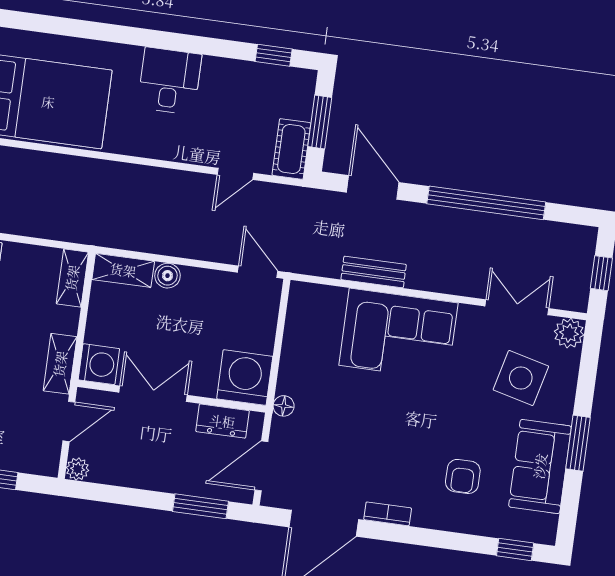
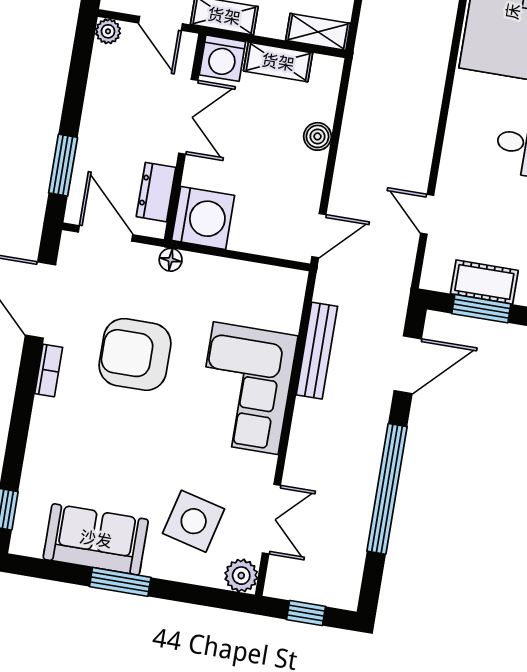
cot: (291, 149) -> (484, 282), moved
shelving: (123, 270) -> (278, 62), moved, turned 90
bench: (374, 272) -> (317, 351), width x1.36
armchair: (463, 476) -> (135, 354), moved, width x1.88, depth x1.88

